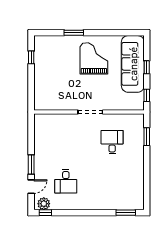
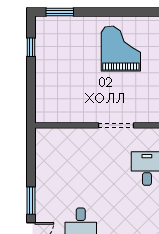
window: (74, 33) -> (60, 12), moved

